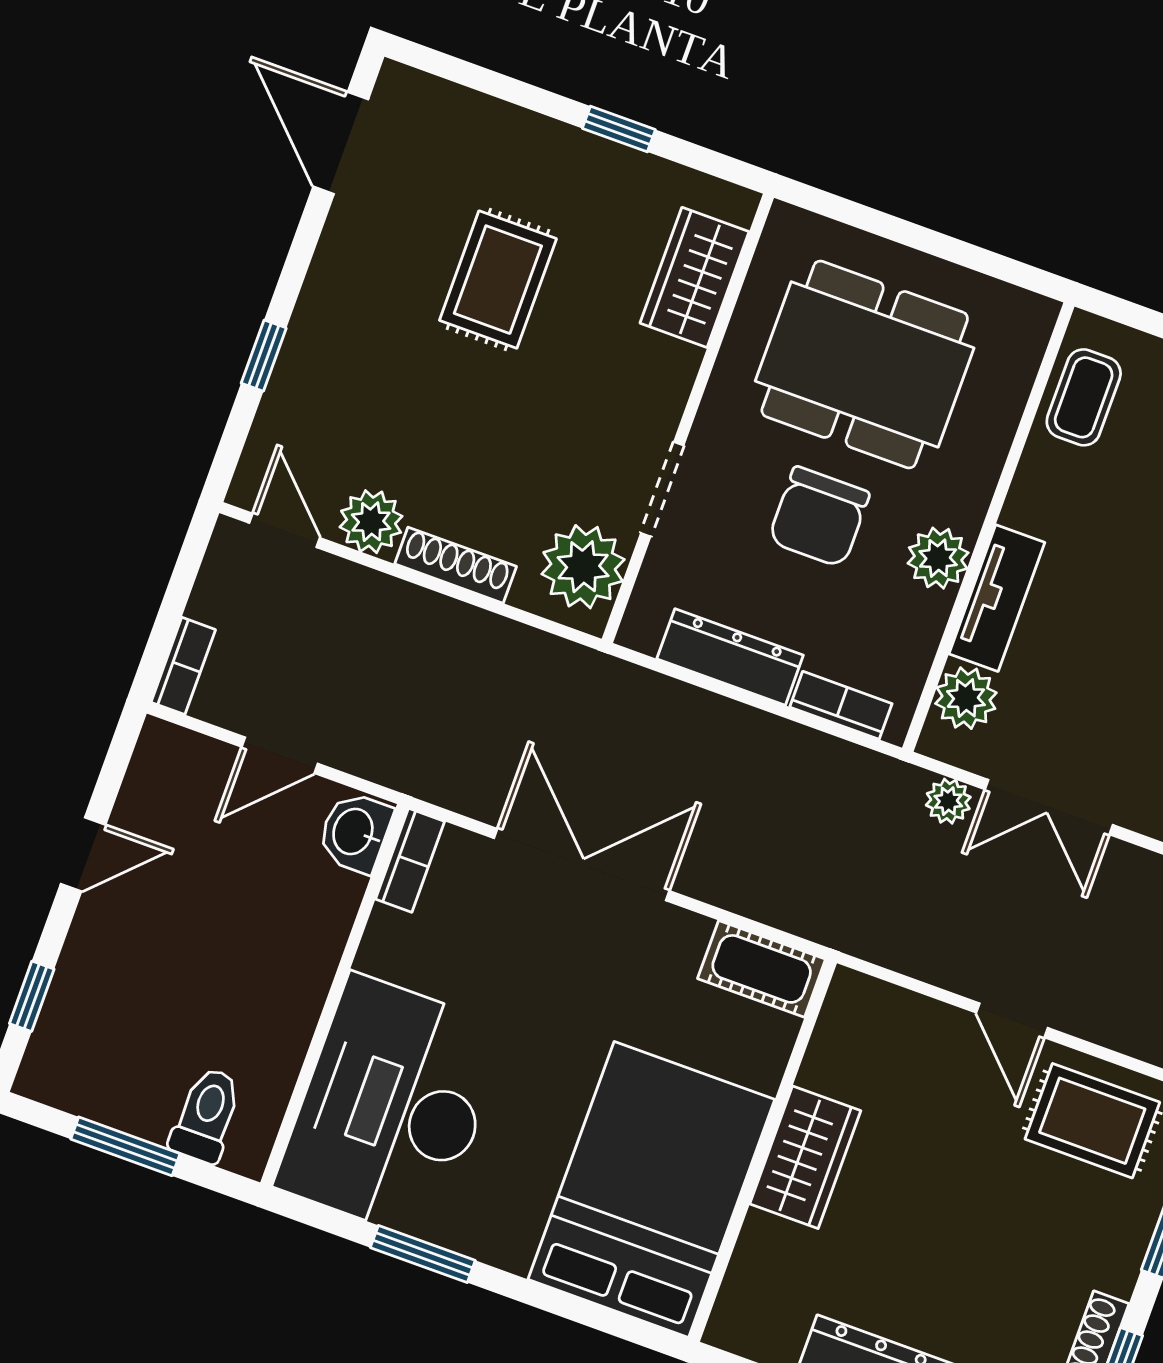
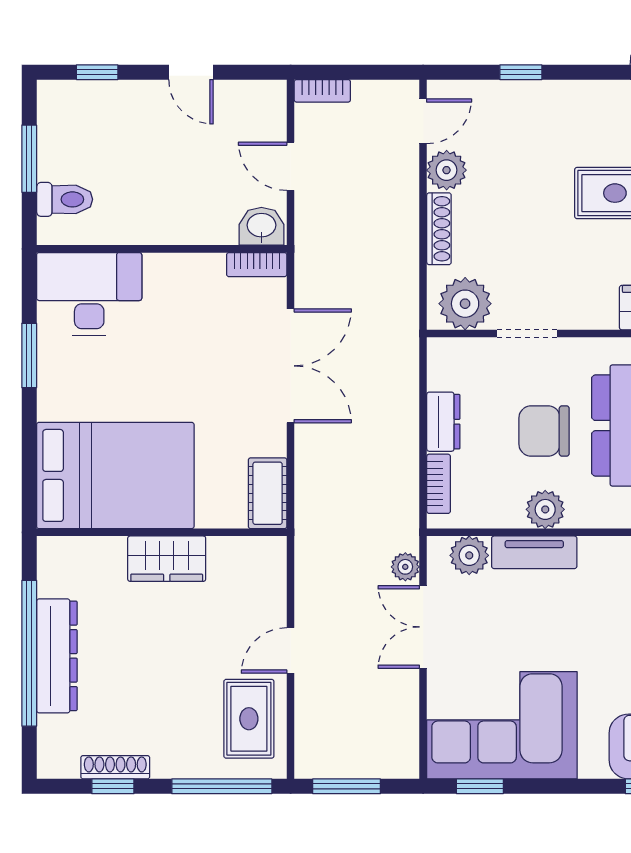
dresser: (730, 657) -> (443, 422), width x0.70
desk: (392, 1107) -> (89, 294), width x0.73, depth x0.77

